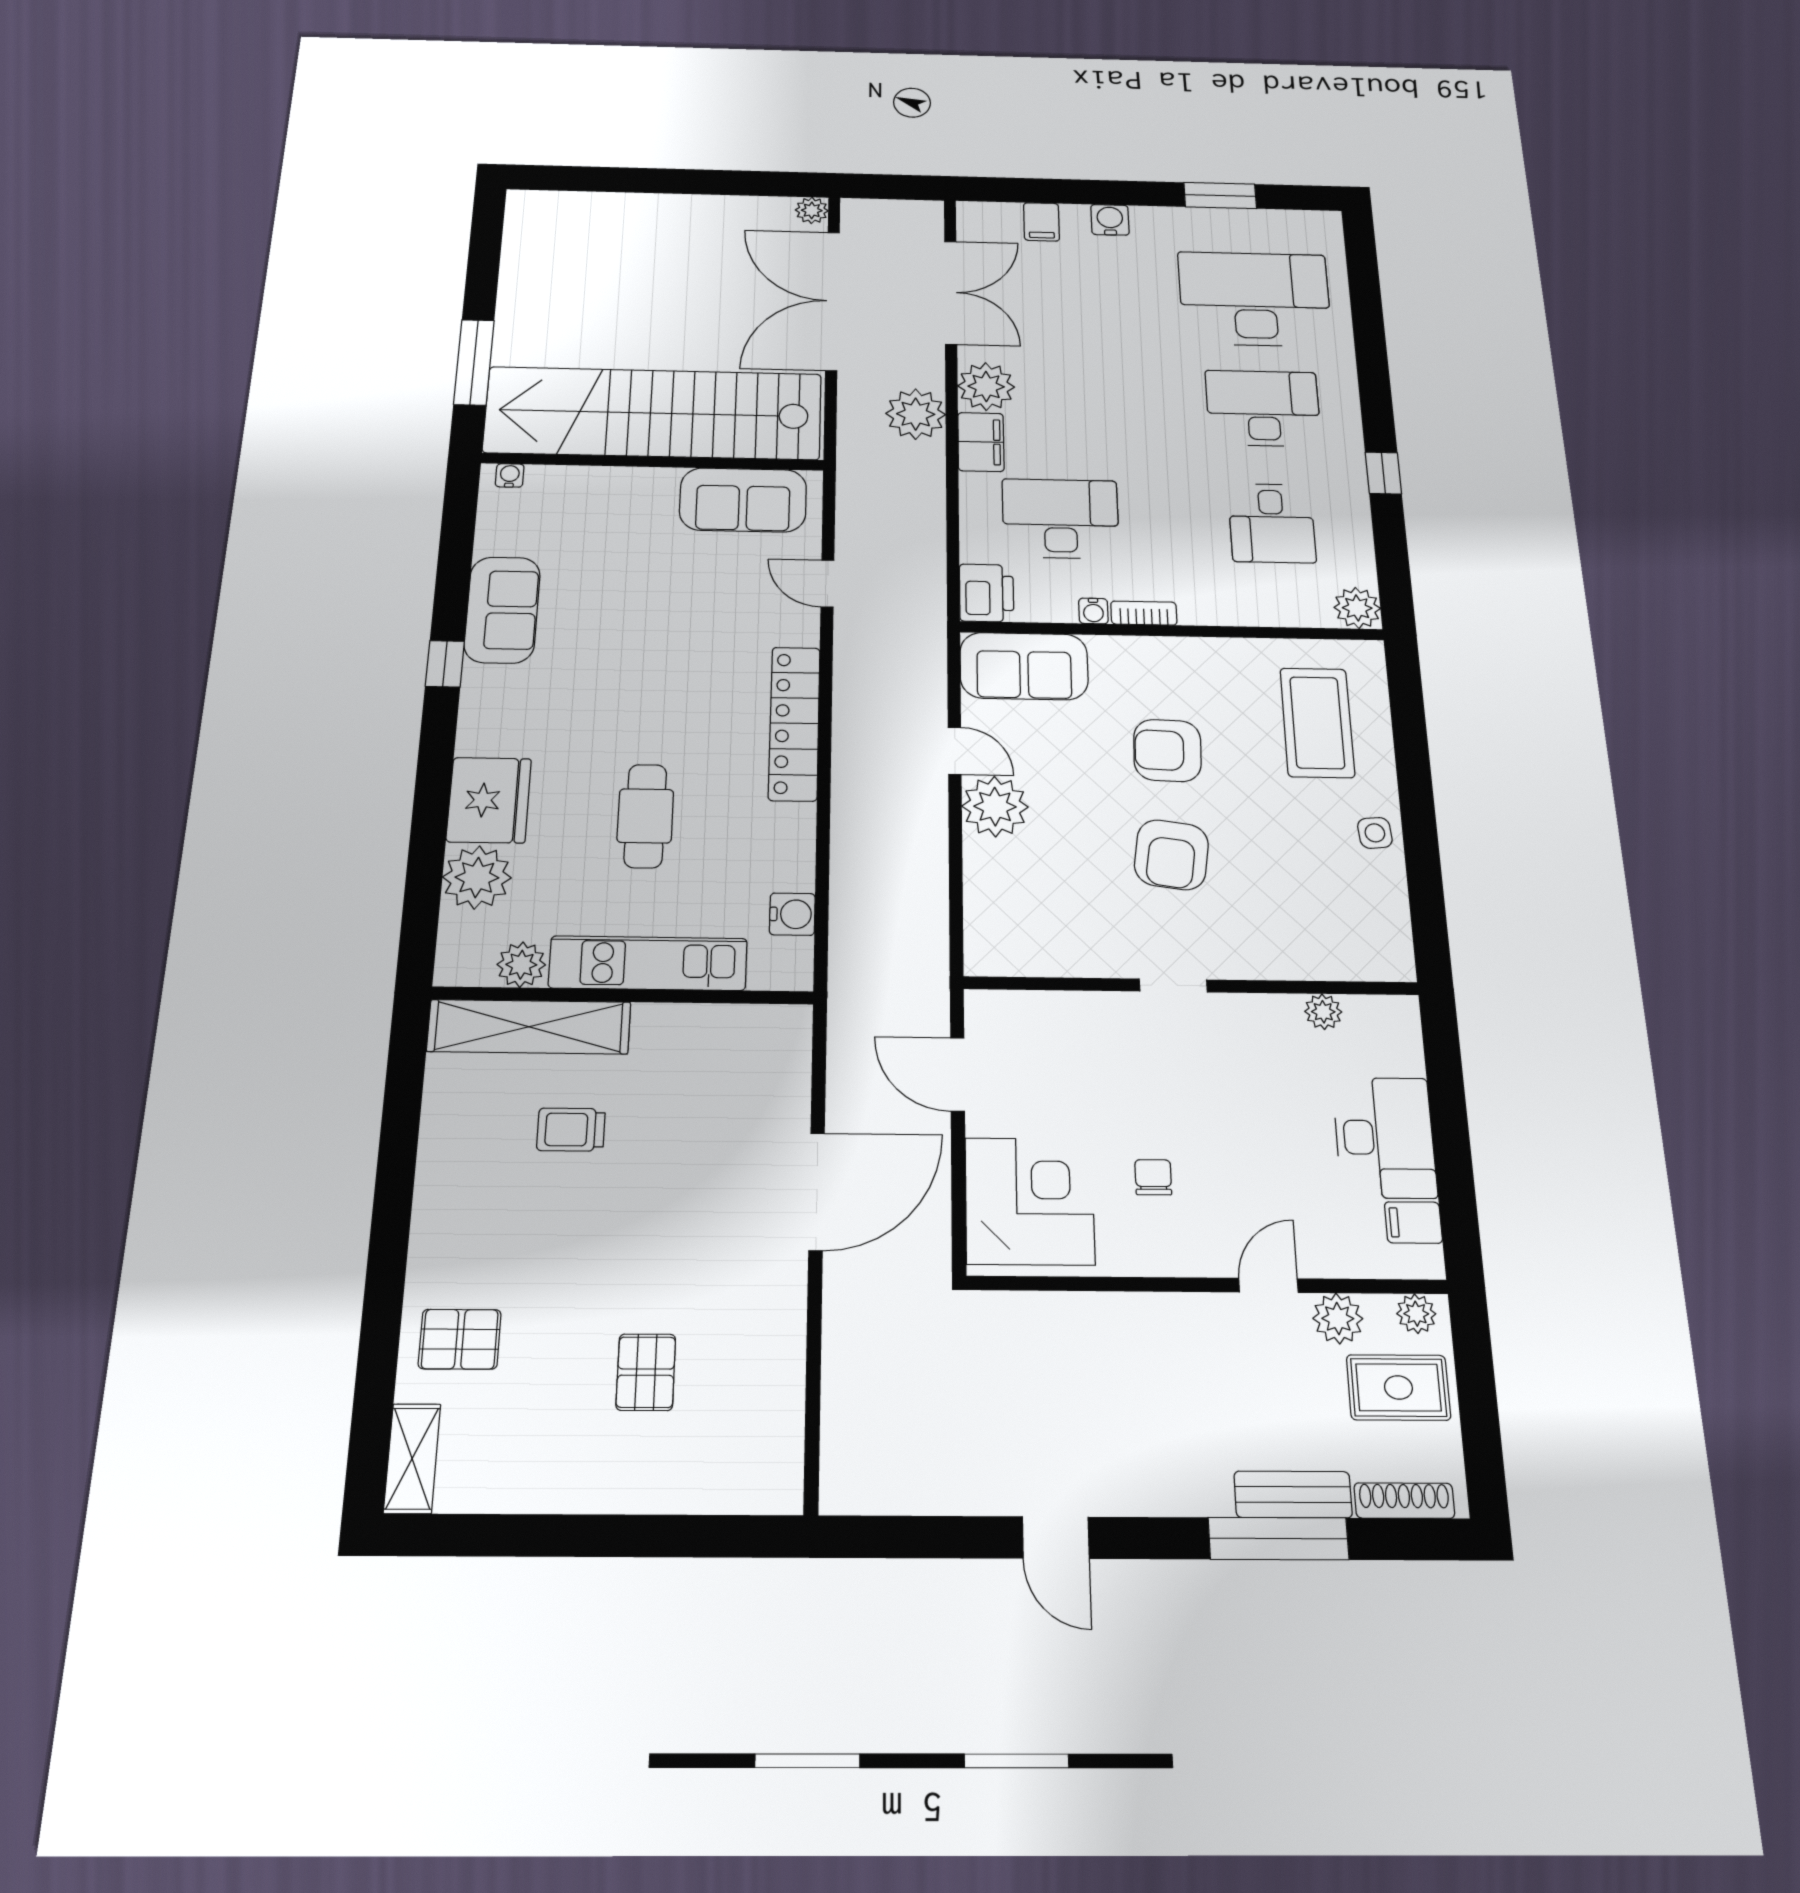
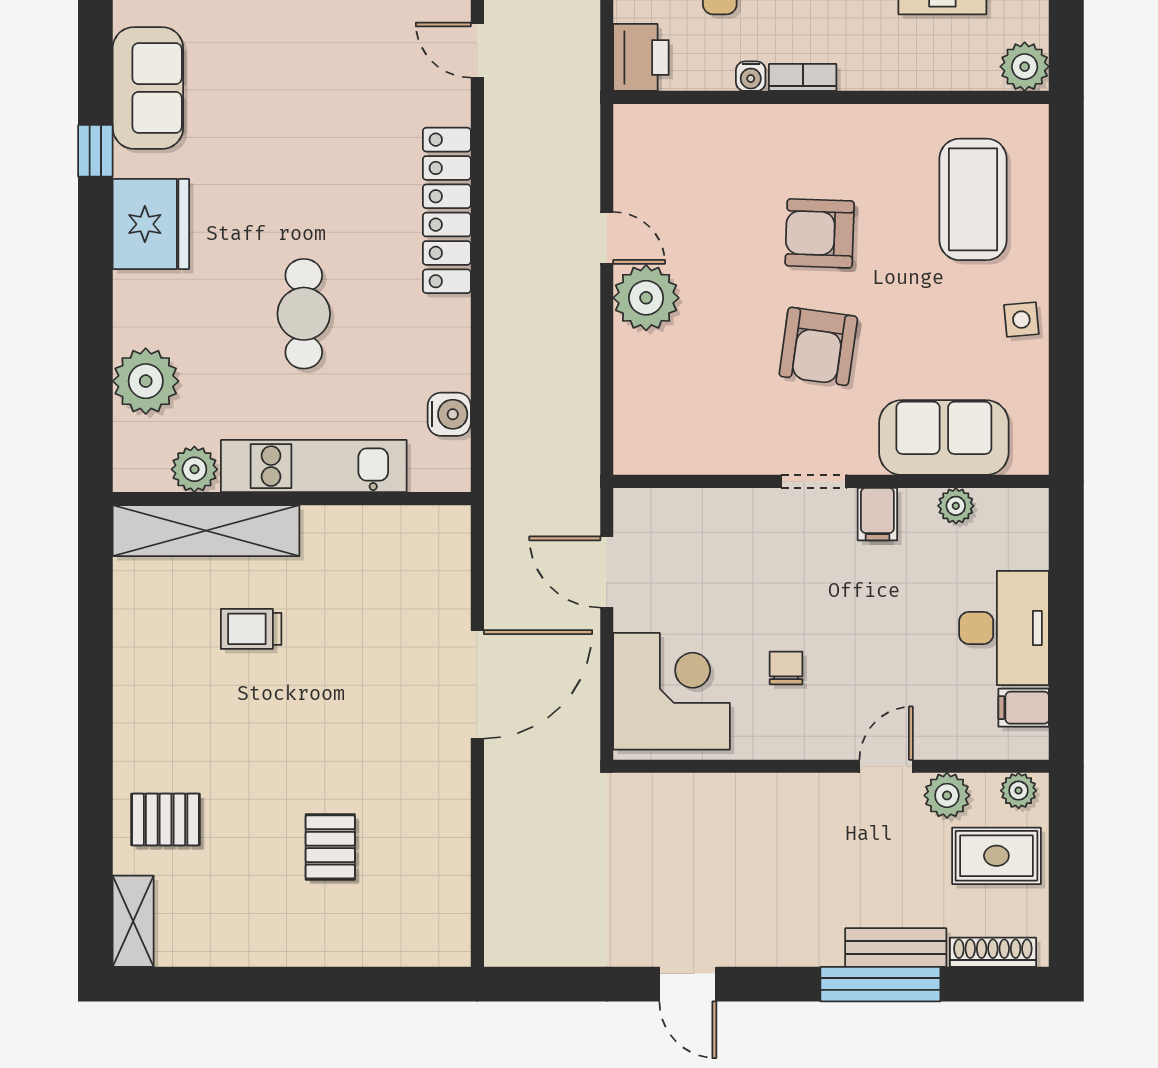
sofa: (1024, 666) -> (944, 438), moved, turned 180
fridge: (489, 800) -> (151, 224), moved
filing cabinet: (1242, 1019) -> (877, 514), added

